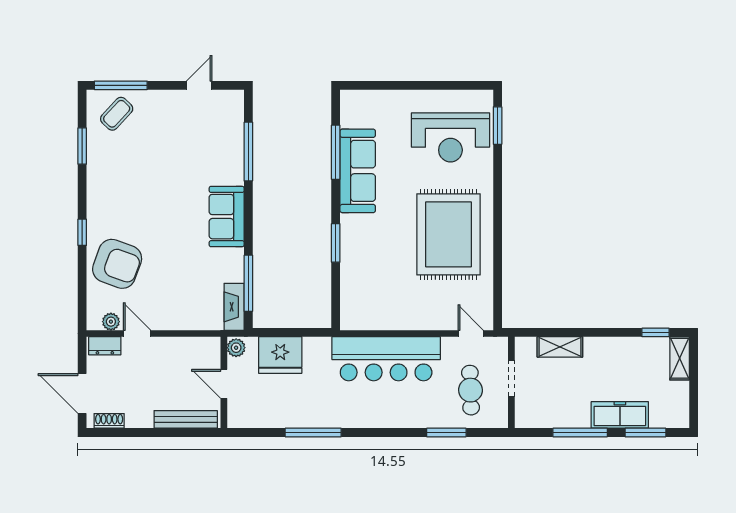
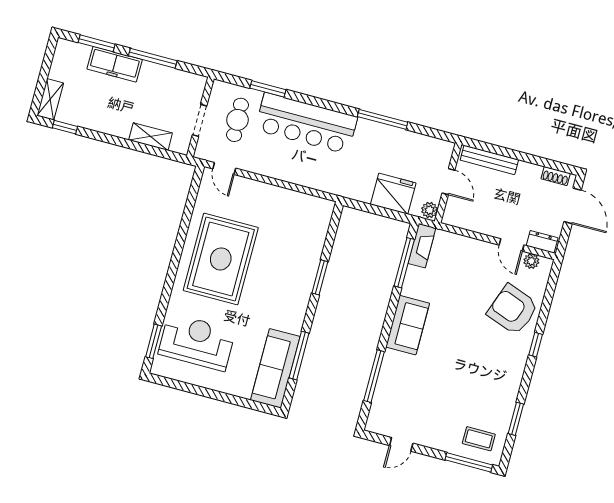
coffee table: (117, 114) -> (479, 439), turned 47
sofa: (358, 171) -> (275, 368), moved
bar counter: (386, 359) -> (306, 123), moved, turned 180

